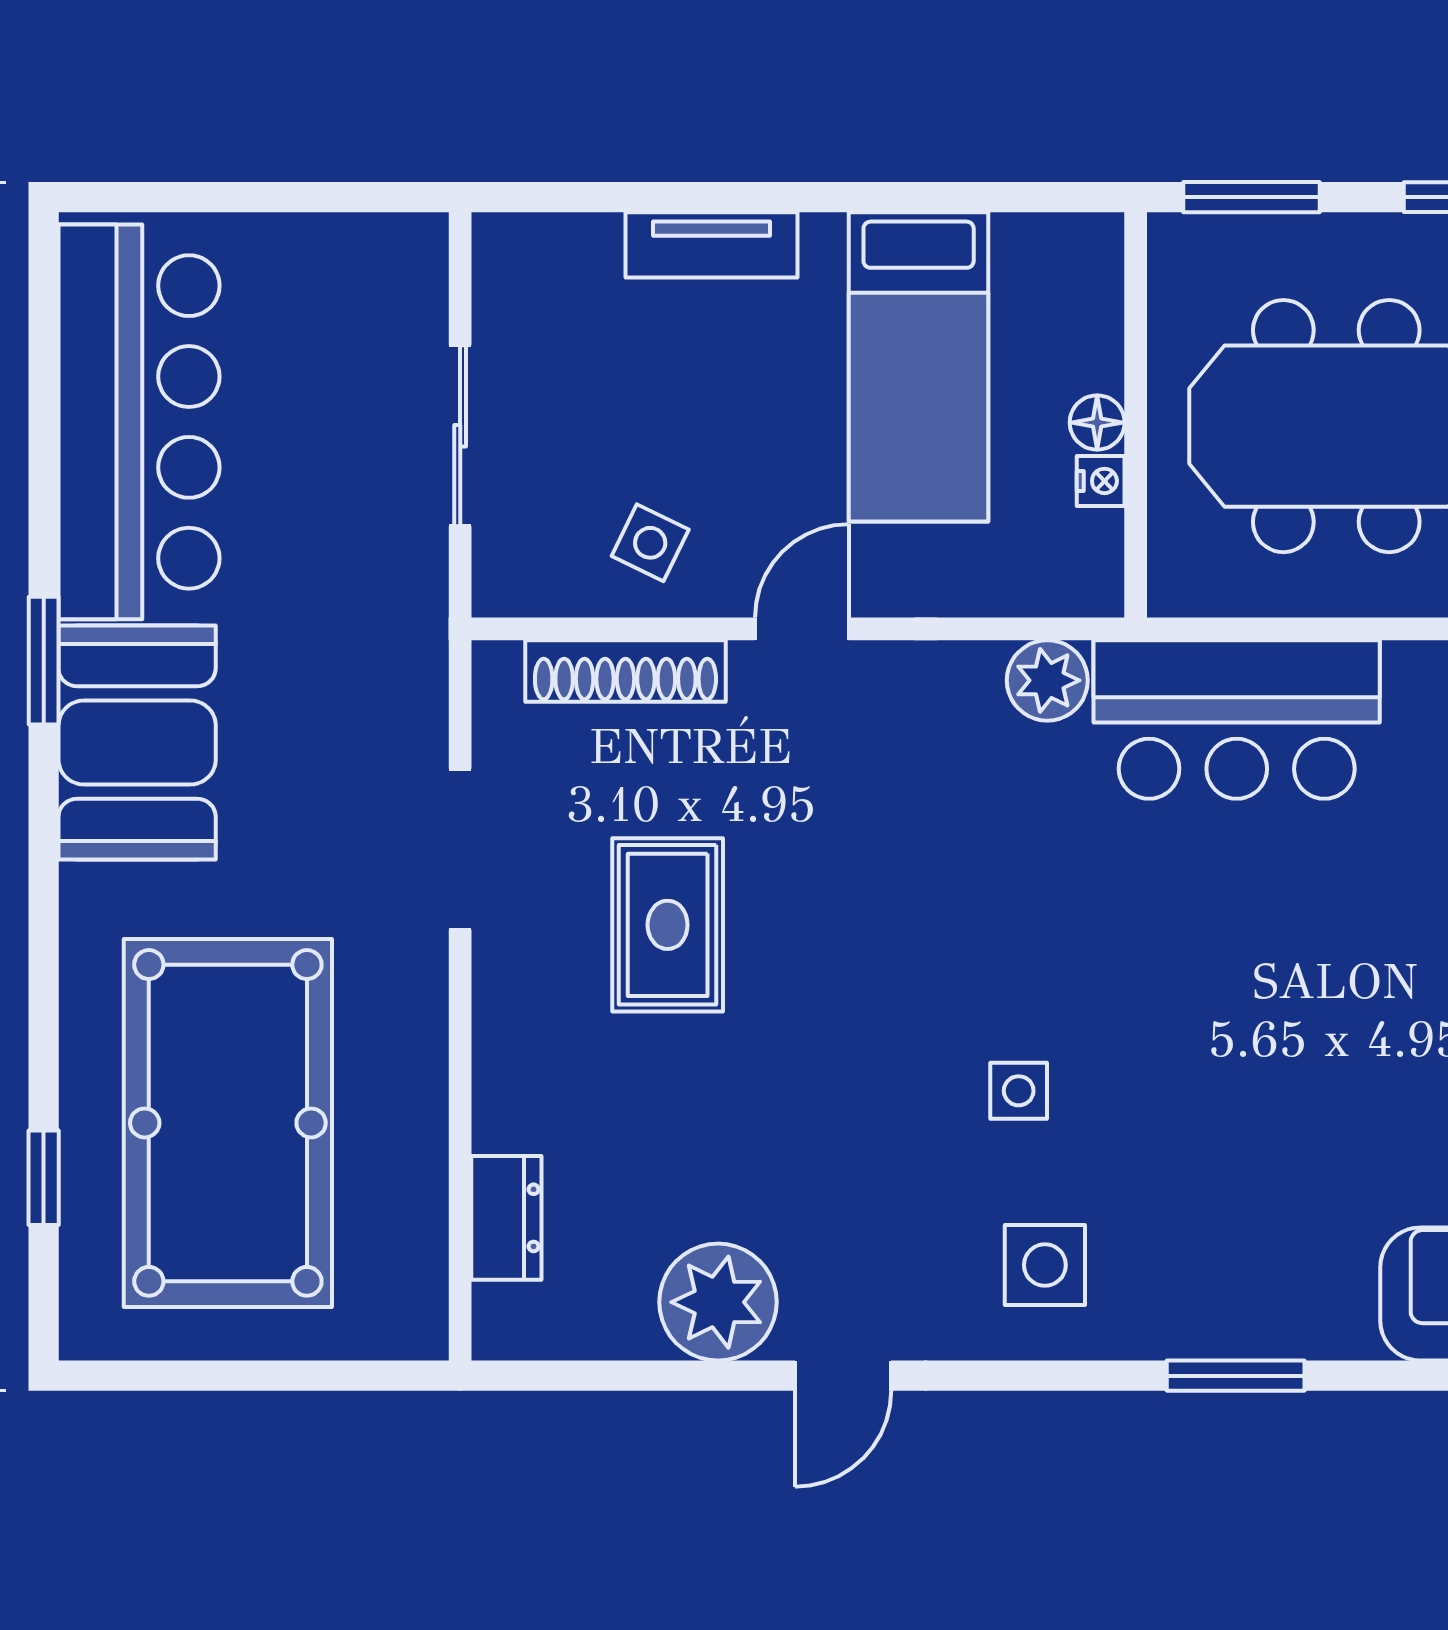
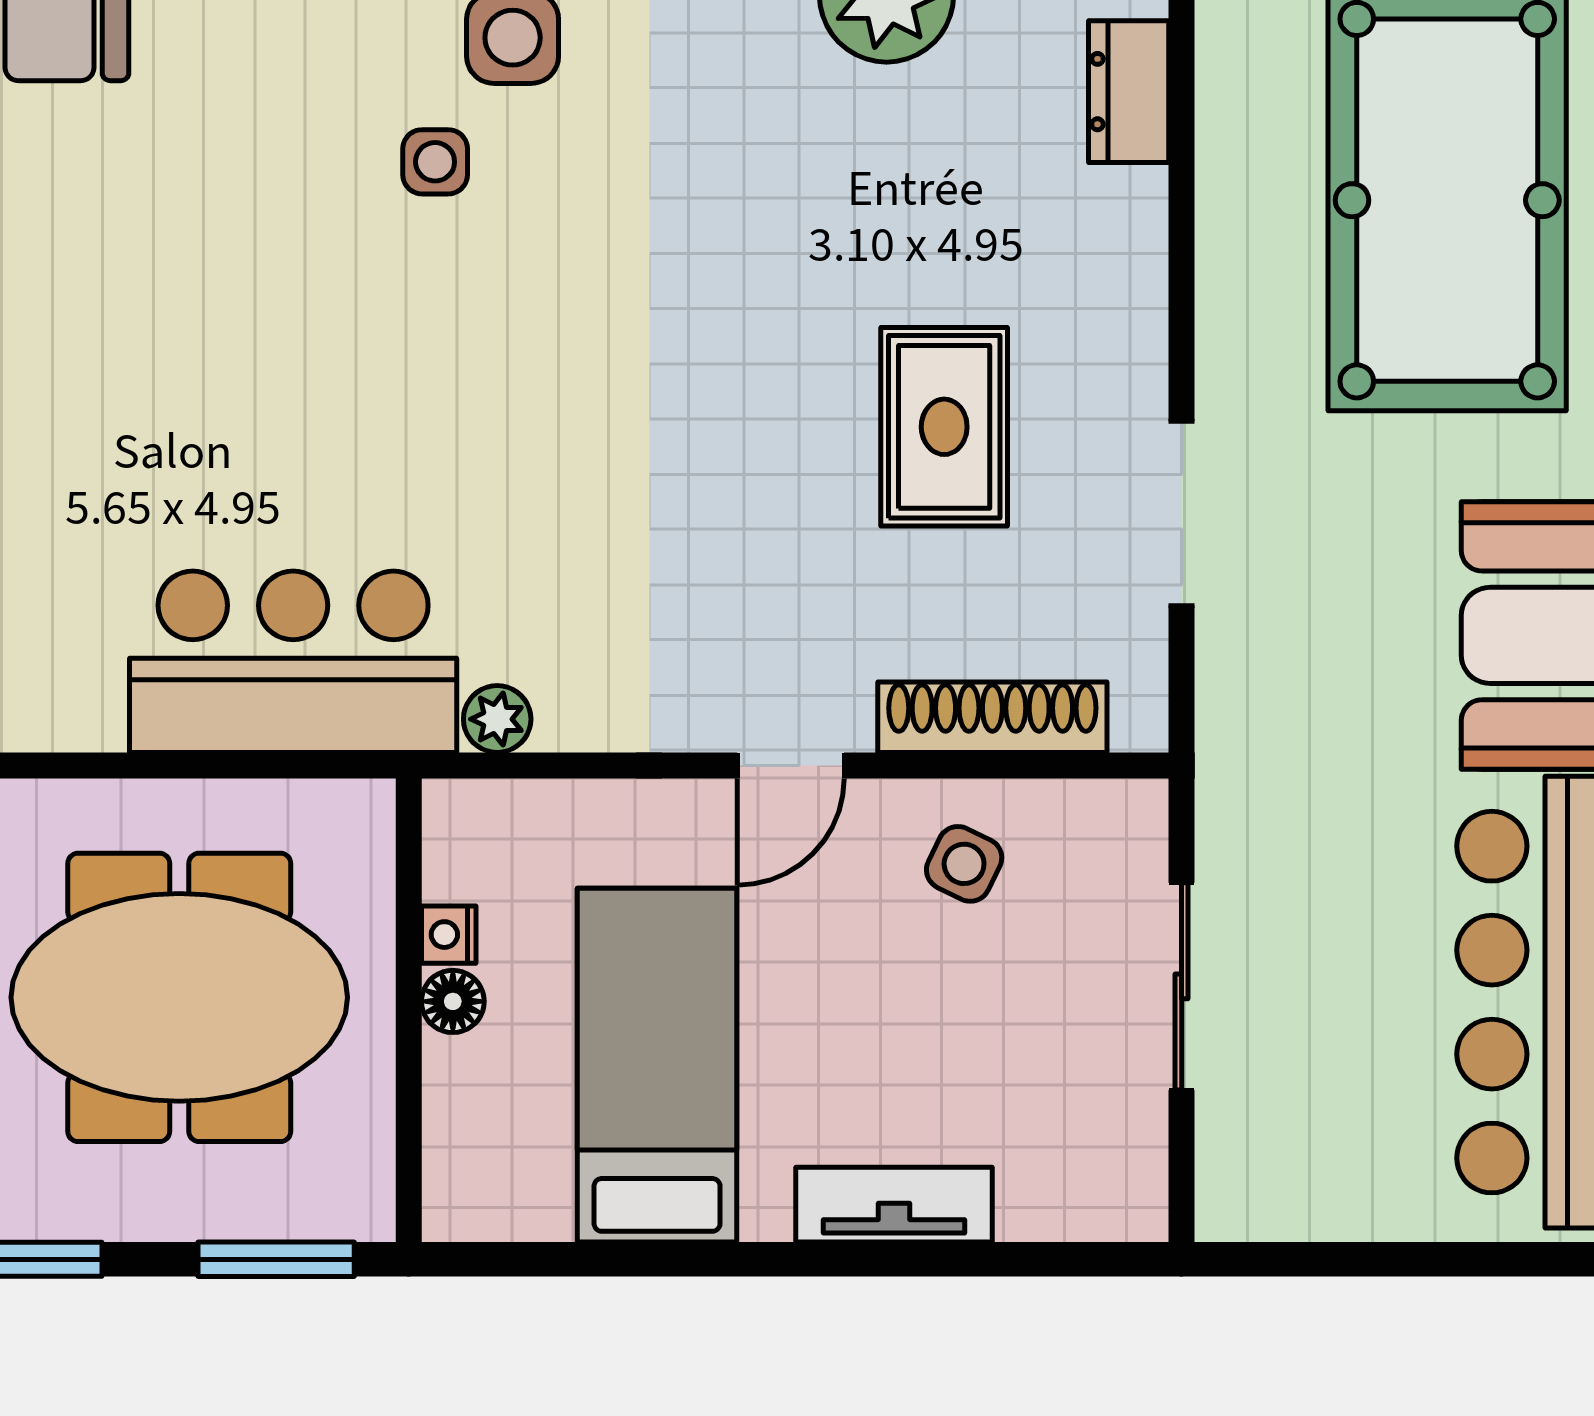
plant: (1047, 680) -> (497, 719), width x0.73, depth x0.73
side table: (1019, 1091) -> (435, 162), moved

